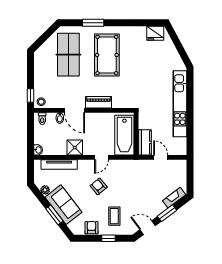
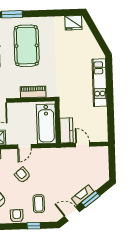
piano: (99, 102) -> (33, 92), moved
kitchen unit: (180, 104) -> (99, 83), width x0.73
fireplace: (174, 198) -> (83, 195), moved

